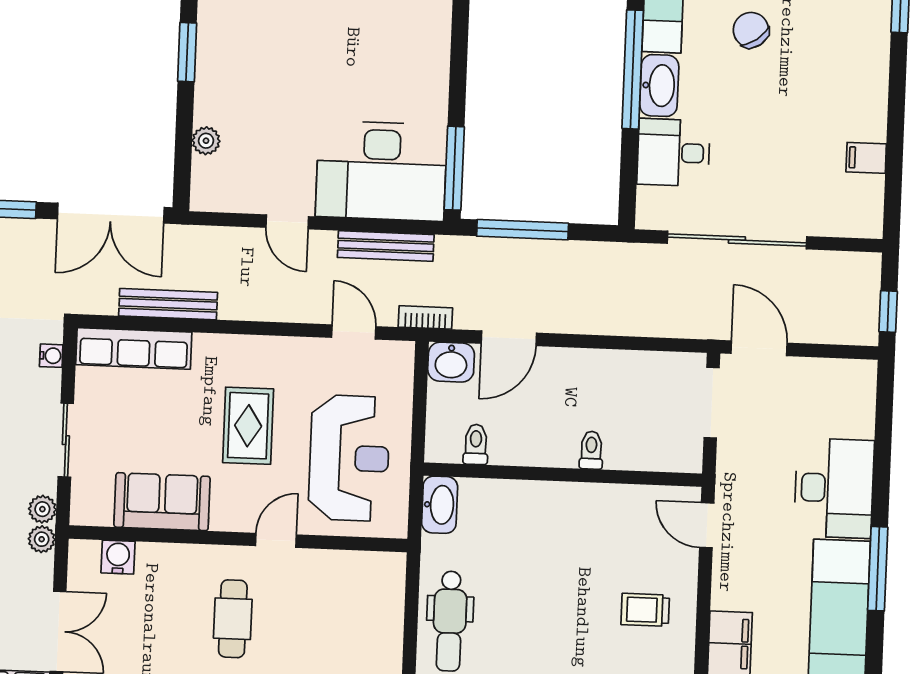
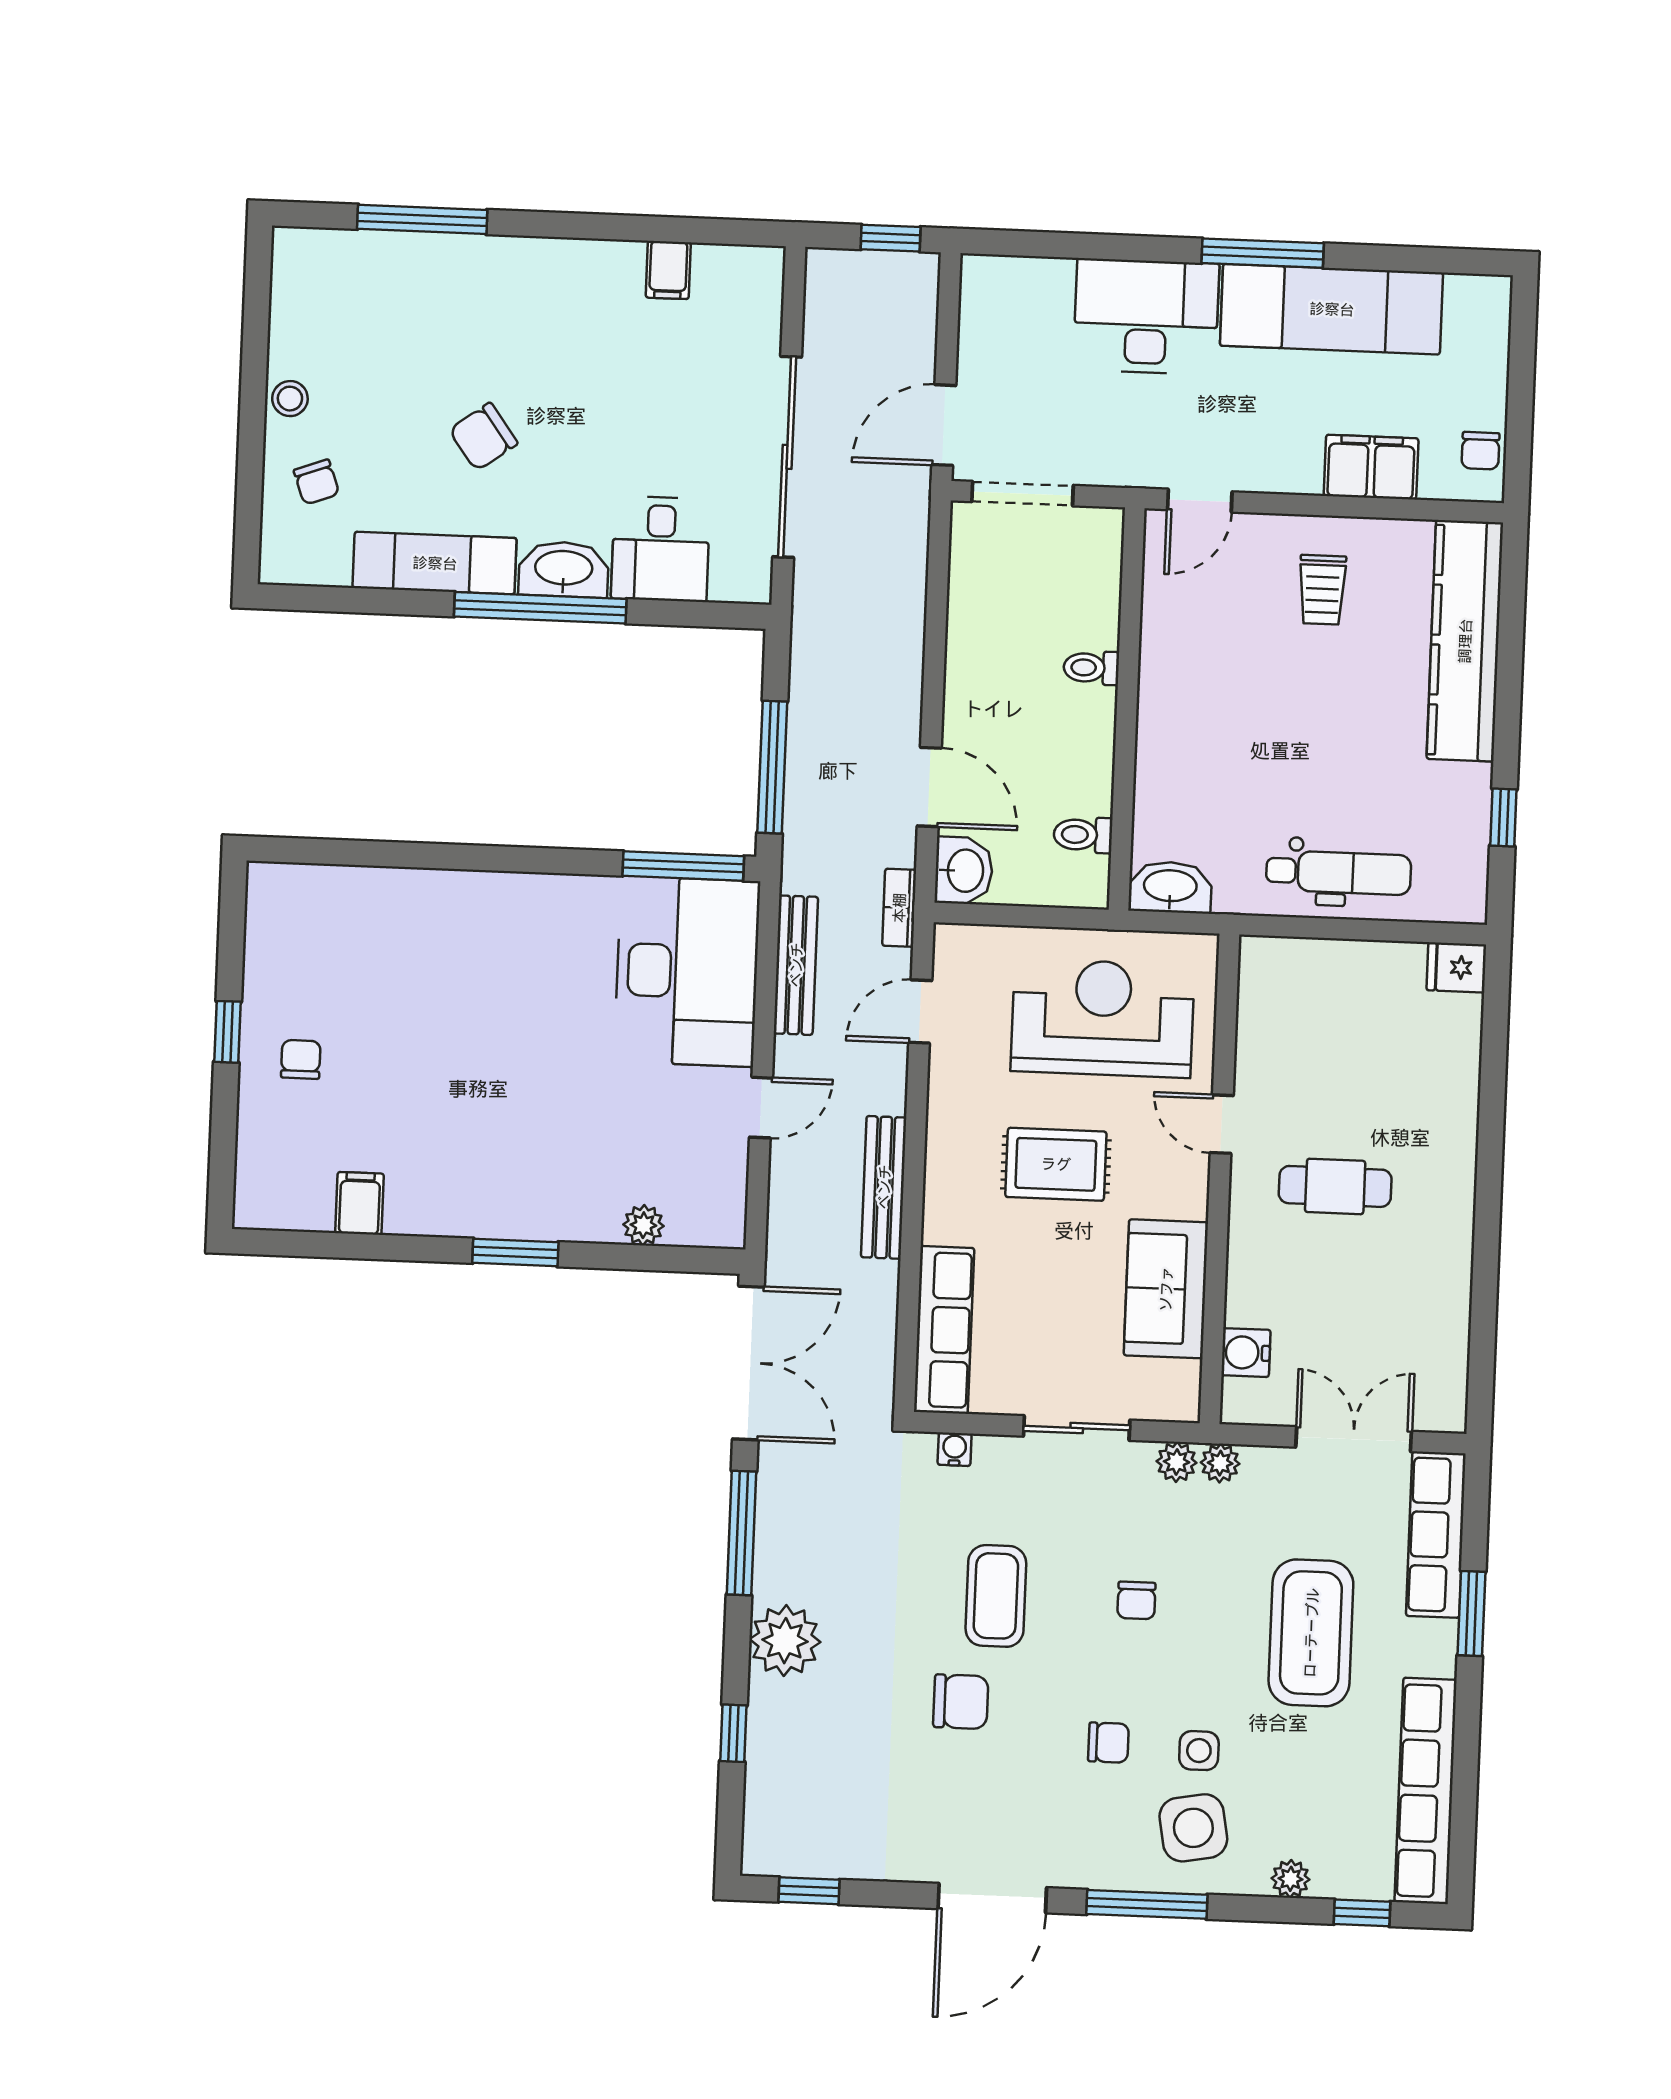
bench: (168, 304) -> (884, 1187), moved

